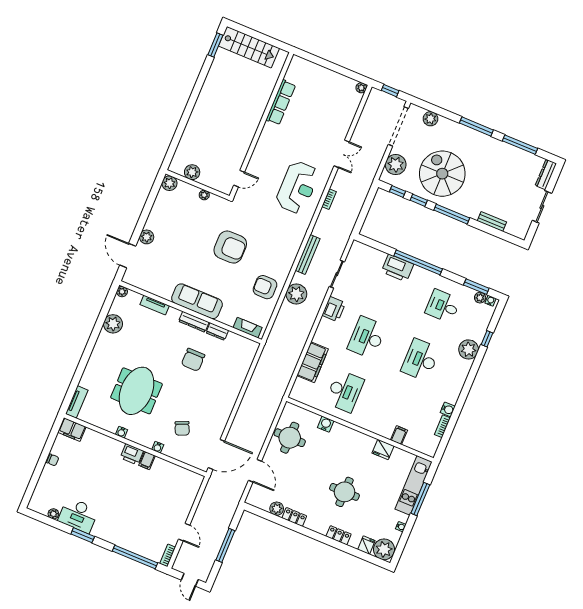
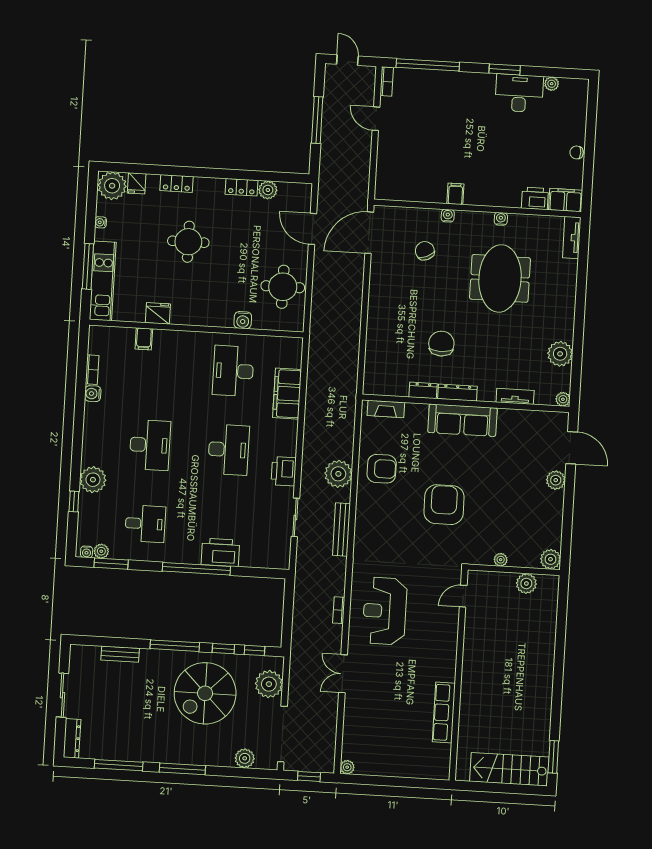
spiral stairs: (442, 174) -> (205, 693), turned 90
armchair: (230, 247) -> (444, 505), turned 90
printer: (132, 454) -> (535, 198), moved

